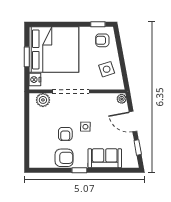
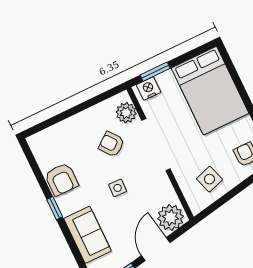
bed: (54, 49) -> (210, 91), width x0.73
window: (27, 57) -> (155, 72), moved
plant: (122, 99) -> (170, 217), width x1.88, depth x1.88
armchair: (65, 134) -> (111, 144), moved, turned 52

